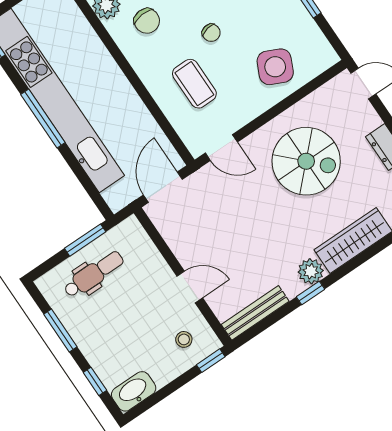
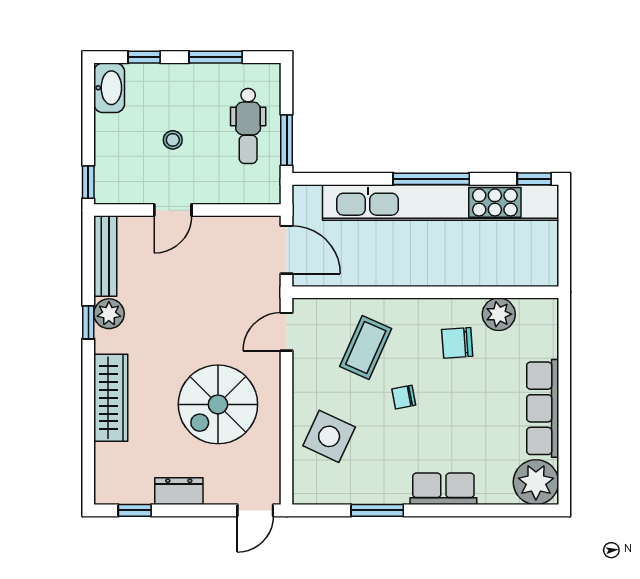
coffee table: (194, 84) -> (366, 348), turned -66
plant: (311, 271) -> (109, 314), moved
stool: (184, 339) -> (173, 140), moved

